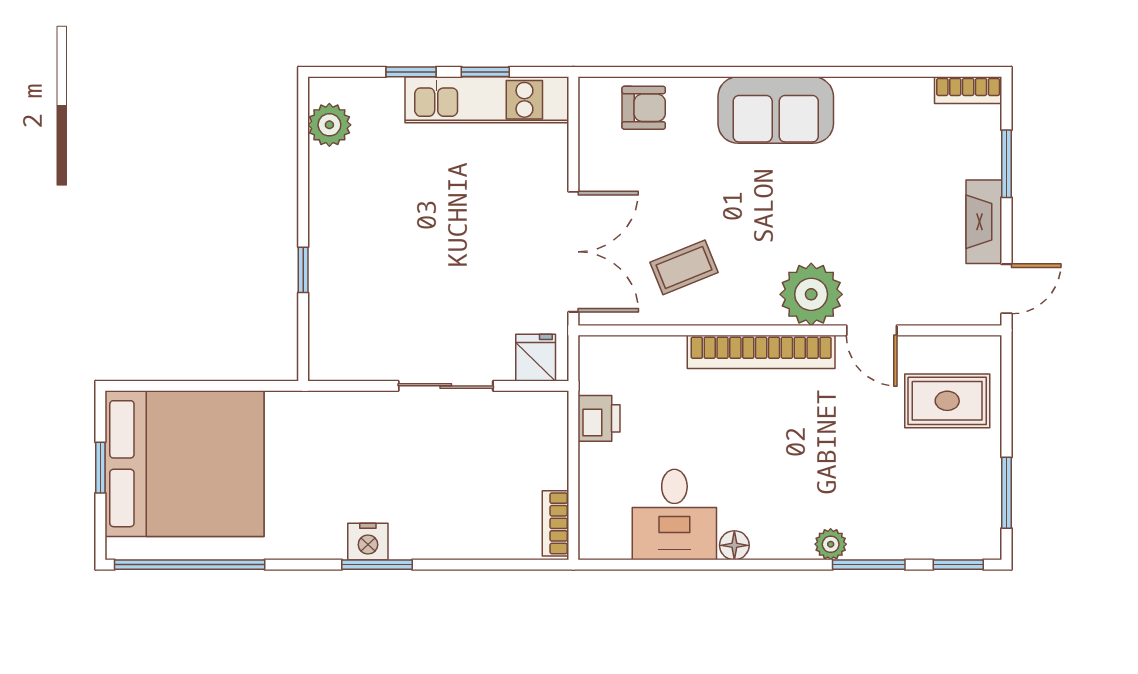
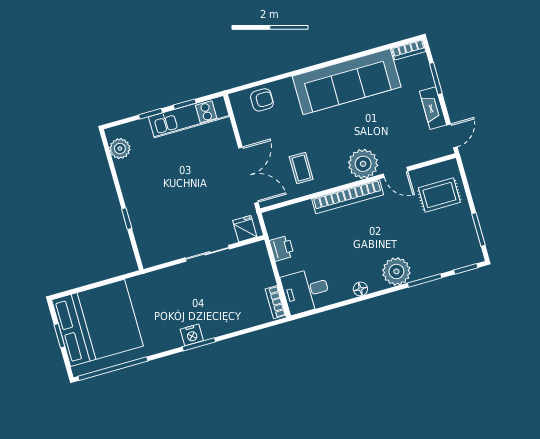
sofa: (776, 110) -> (347, 82), width x1.85, depth x1.27
coffee table: (684, 267) -> (301, 168), turned -68
desk: (674, 515) -> (306, 291), moved, turned 90
plant: (831, 544) -> (396, 271), width x1.88, depth x1.88

